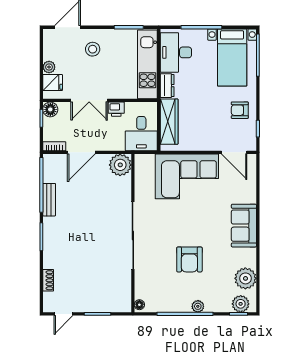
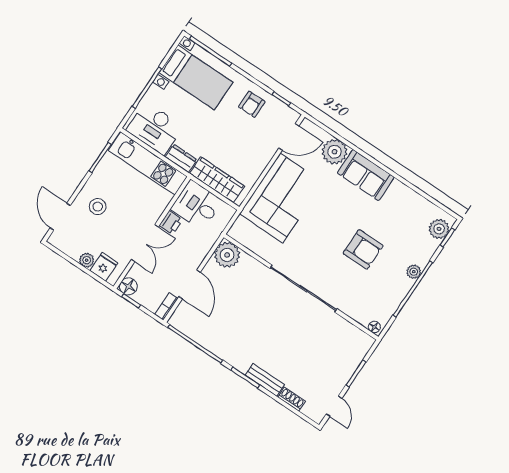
desk: (141, 134) -> (197, 205), moved, turned 180
bench: (49, 200) -> (265, 380), moved
plant: (245, 278) -> (334, 152), moved

